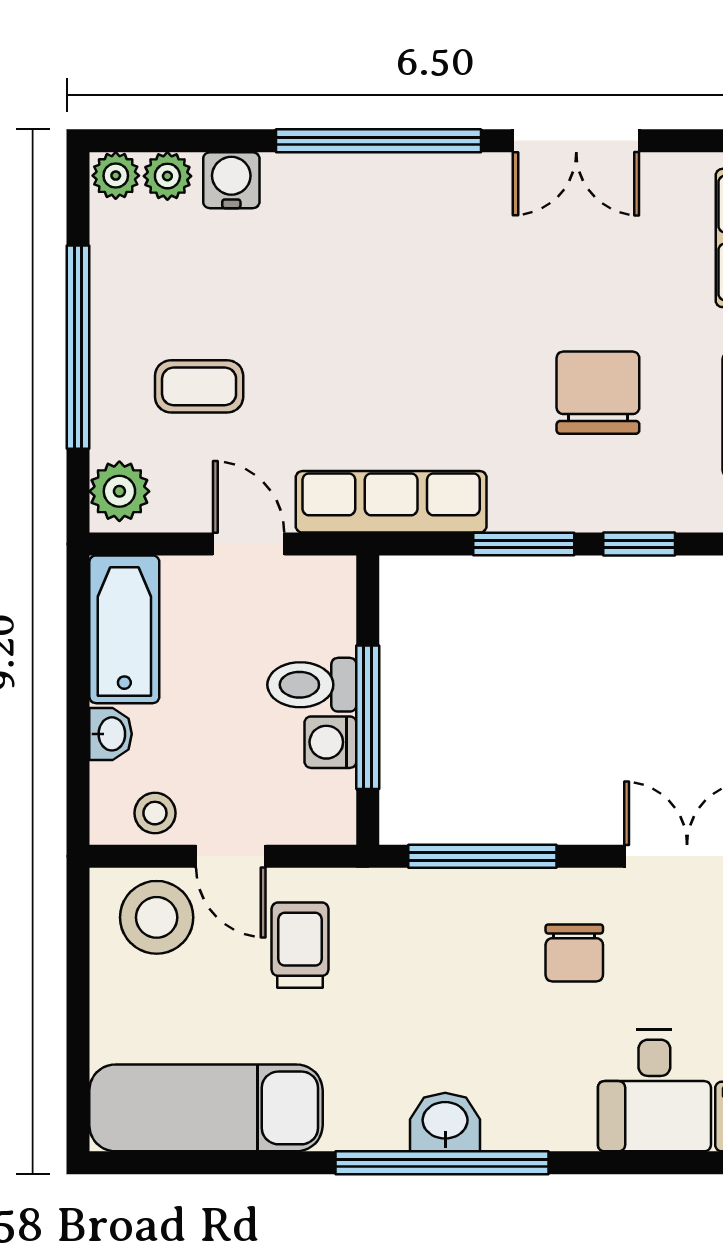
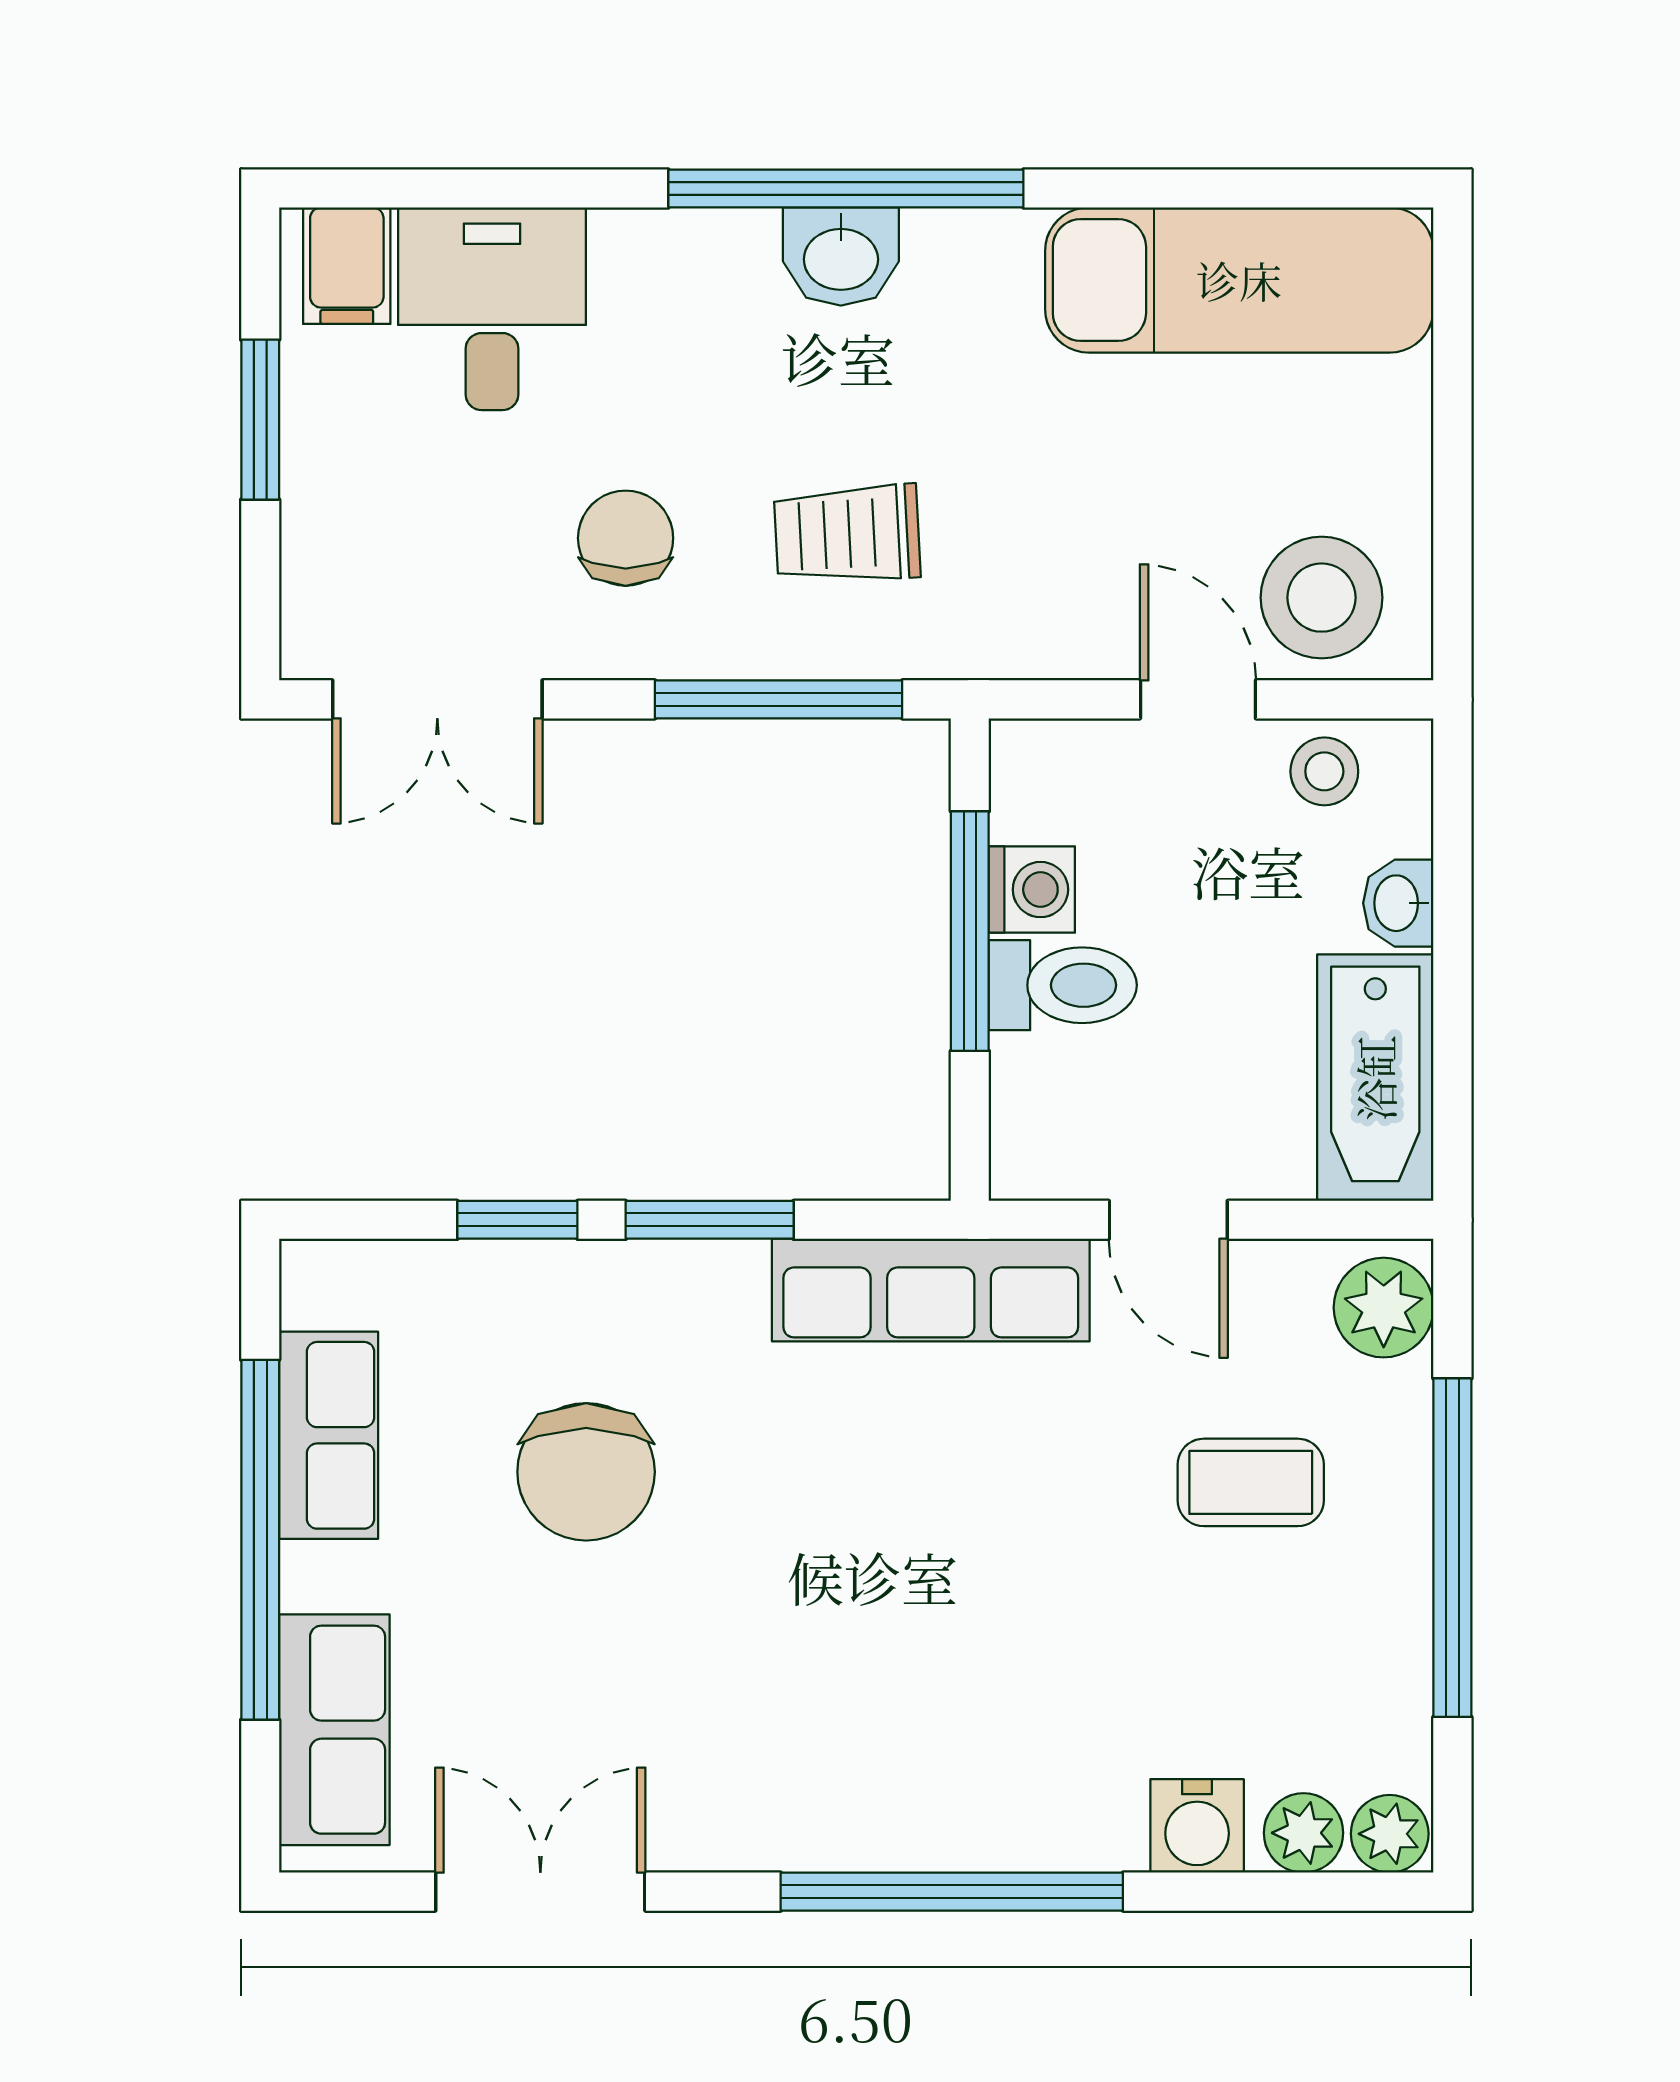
double door: (576, 141) -> (540, 1892), moved
trolley: (300, 945) -> (847, 534), moved, turned 87

